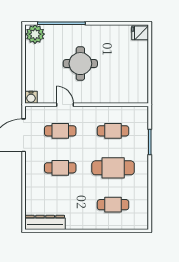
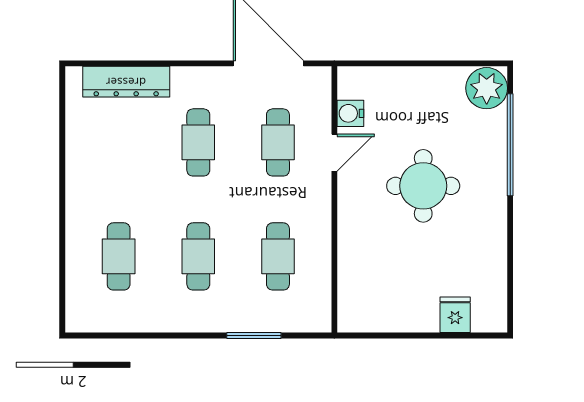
fridge: (140, 33) -> (455, 315), moved
water cooler: (31, 97) -> (350, 113), moved
cafe table: (113, 168) -> (198, 256), width x0.73, depth x0.74
dresser: (45, 222) -> (126, 82), moved, turned 90

